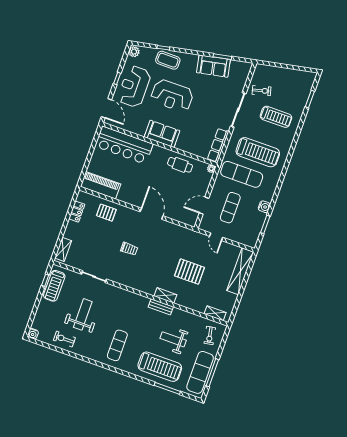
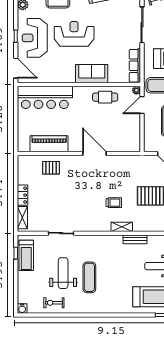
reception desk: (172, 96) -> (74, 34), turned 180
sofa: (162, 134) -> (92, 74), moved
piano: (100, 185) -> (49, 144), moved
door: (204, 206) -> (142, 105), moved
locker: (77, 212) -> (22, 195), moved
trolley: (129, 249) -> (114, 203), moved
shelving: (165, 295) -> (122, 227), moved
exercise mat: (117, 345) -> (89, 277), moved

